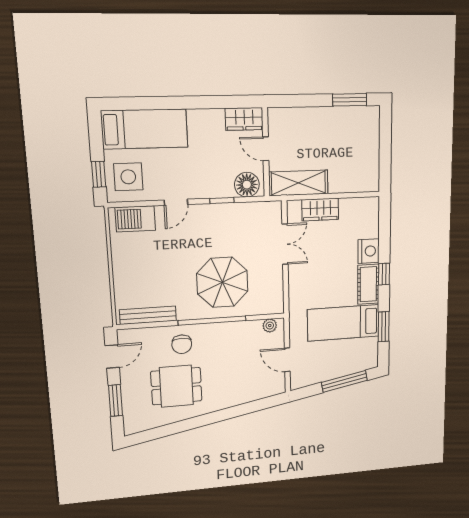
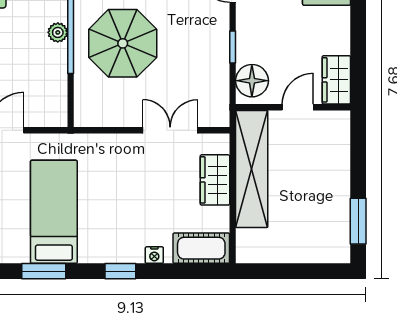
shelving: (298, 183) -> (252, 169), width x1.47
double door: (285, 244) -> (170, 130), swing flipped
nightstand: (369, 251) -> (154, 255), width x0.53, depth x0.56
cot: (368, 284) -> (201, 248), moved
plant: (270, 326) -> (58, 32), moved

